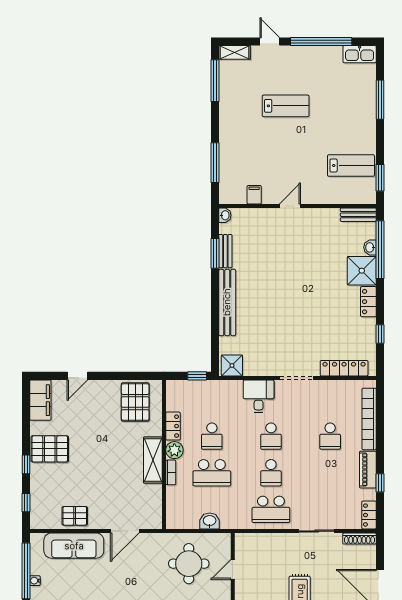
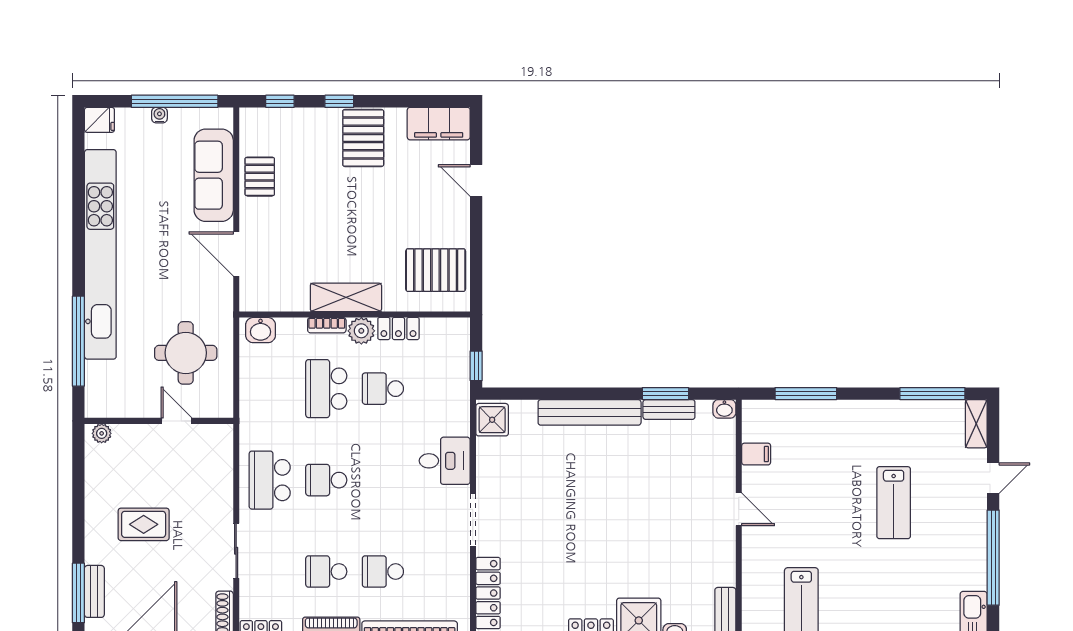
school desk: (271, 436) -> (326, 572), moved
washbasin: (210, 521) -> (261, 330), moved, turned 90

